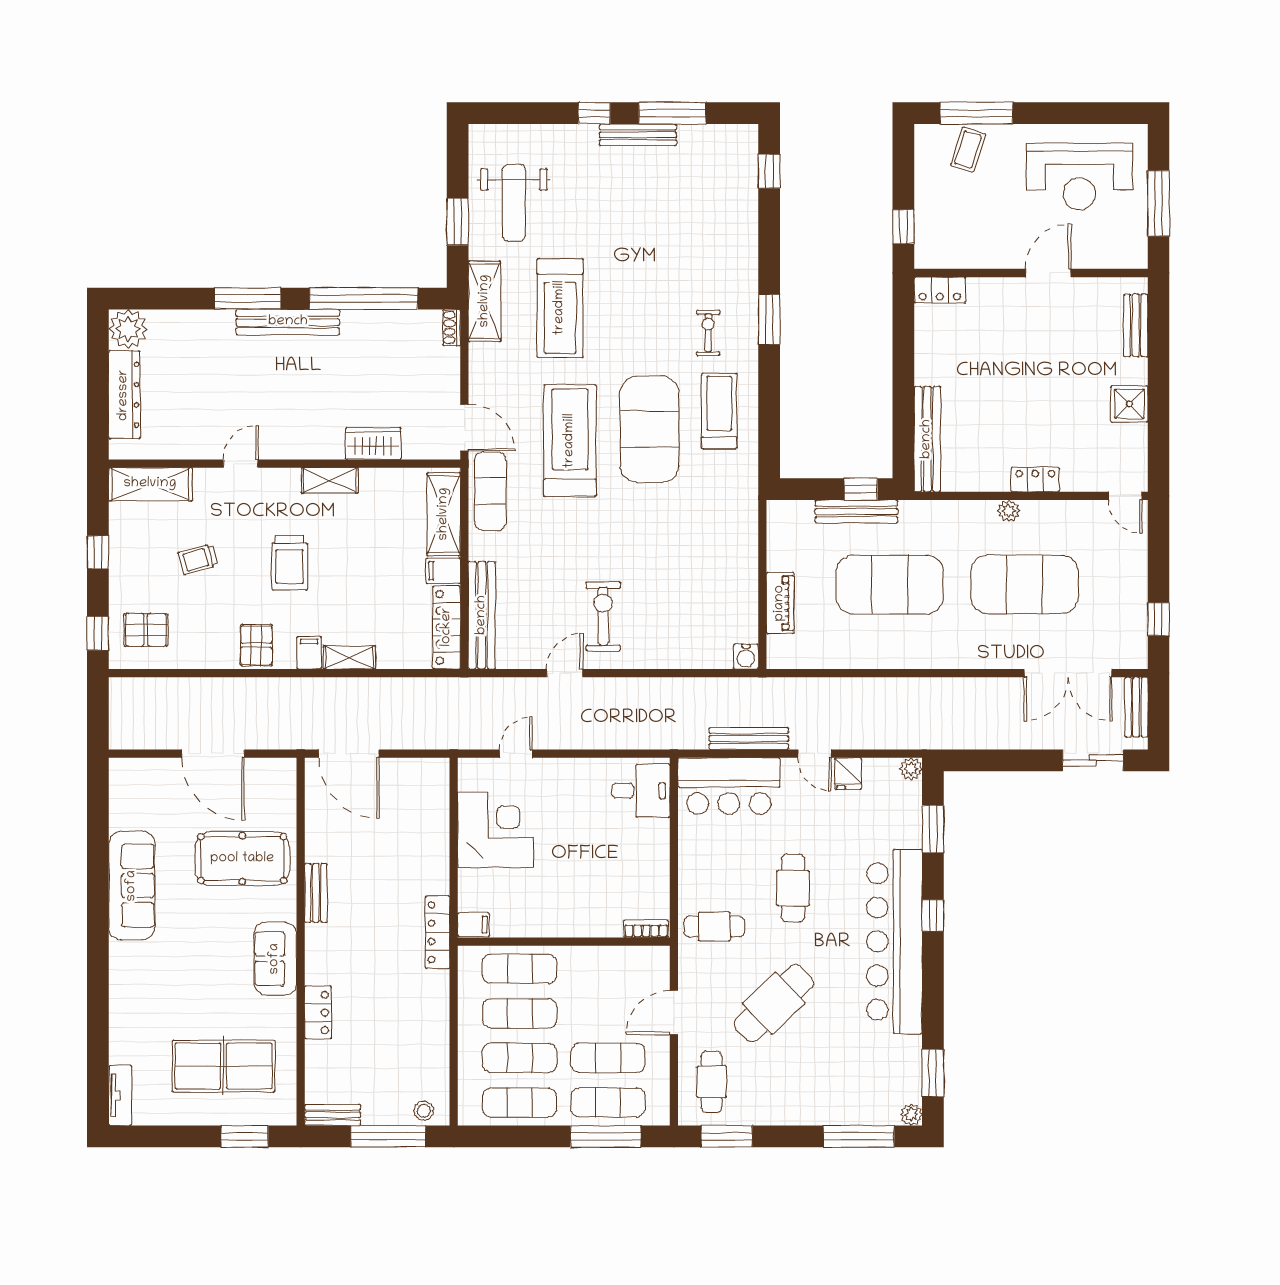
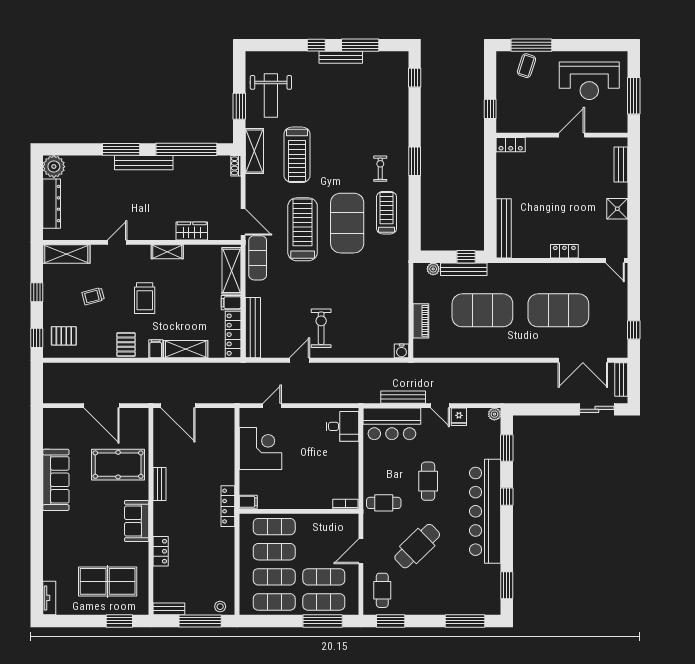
plant: (1009, 511) -> (433, 269), moved
shelving: (349, 657) -> (186, 349), width x1.50, depth x1.33
plant: (911, 1115) -> (495, 609), removed

